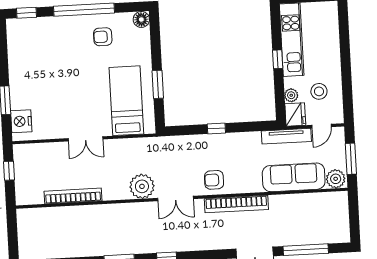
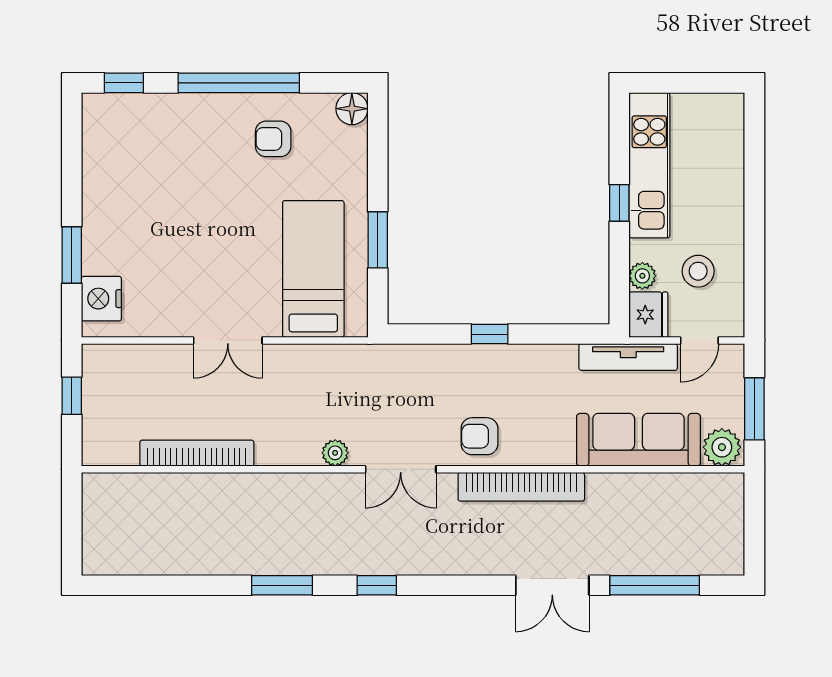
plant: (142, 186) -> (335, 453), width x0.53, depth x0.53

